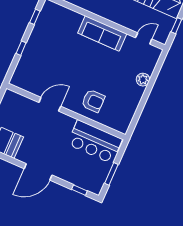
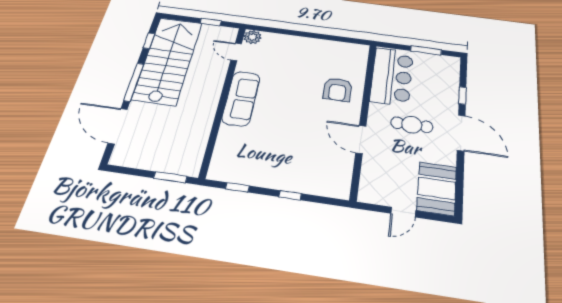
plant: (143, 80) -> (252, 37), moved
armchair: (93, 101) -> (338, 90), turned 180
cafe table: (52, 142) -> (412, 125), added
window: (79, 190) -> (462, 95), moved

